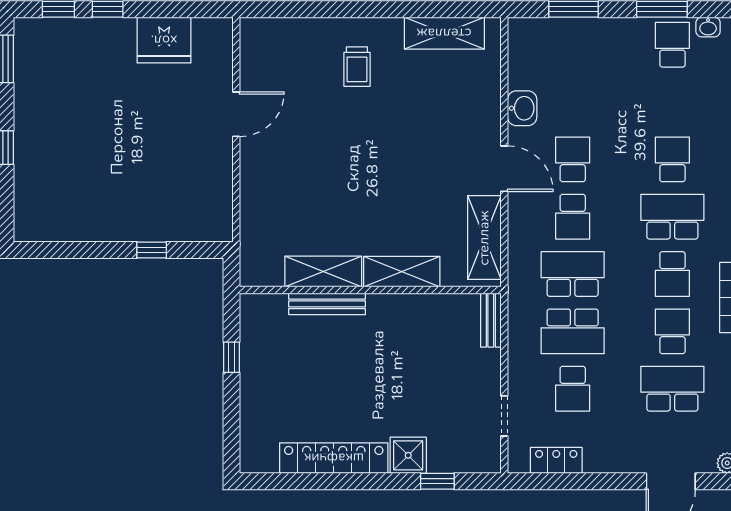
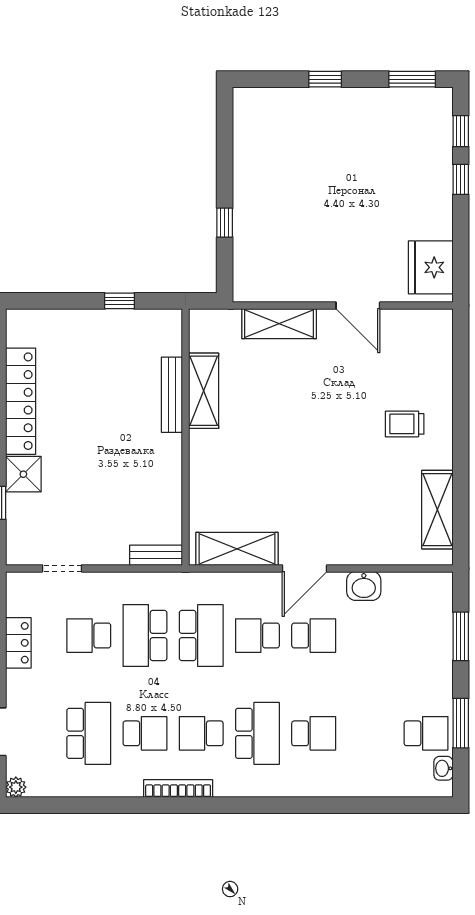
fridge: (164, 40) -> (431, 267), moved
shelving: (402, 272) -> (279, 324), moved, turned 90
locker: (556, 460) -> (18, 643), moved

